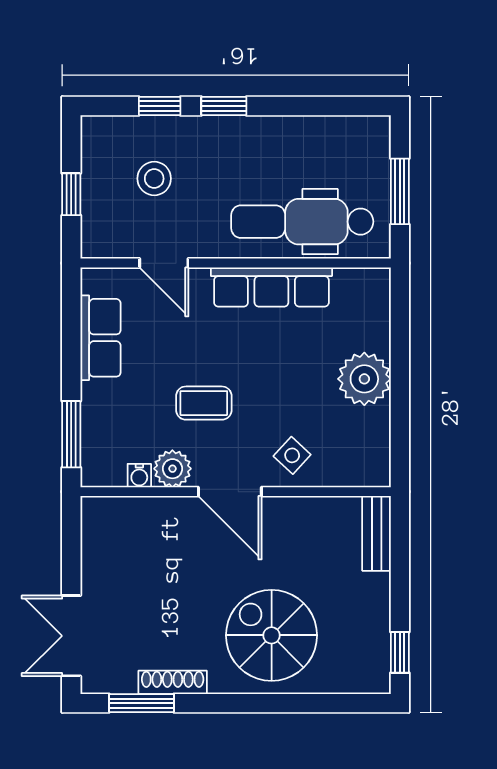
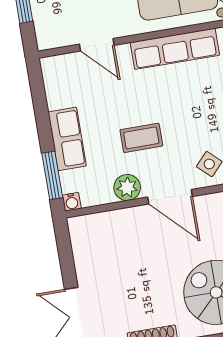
row of seats: (100, 338) -> (67, 139), moved
water cooler: (139, 476) -> (72, 202), moved

